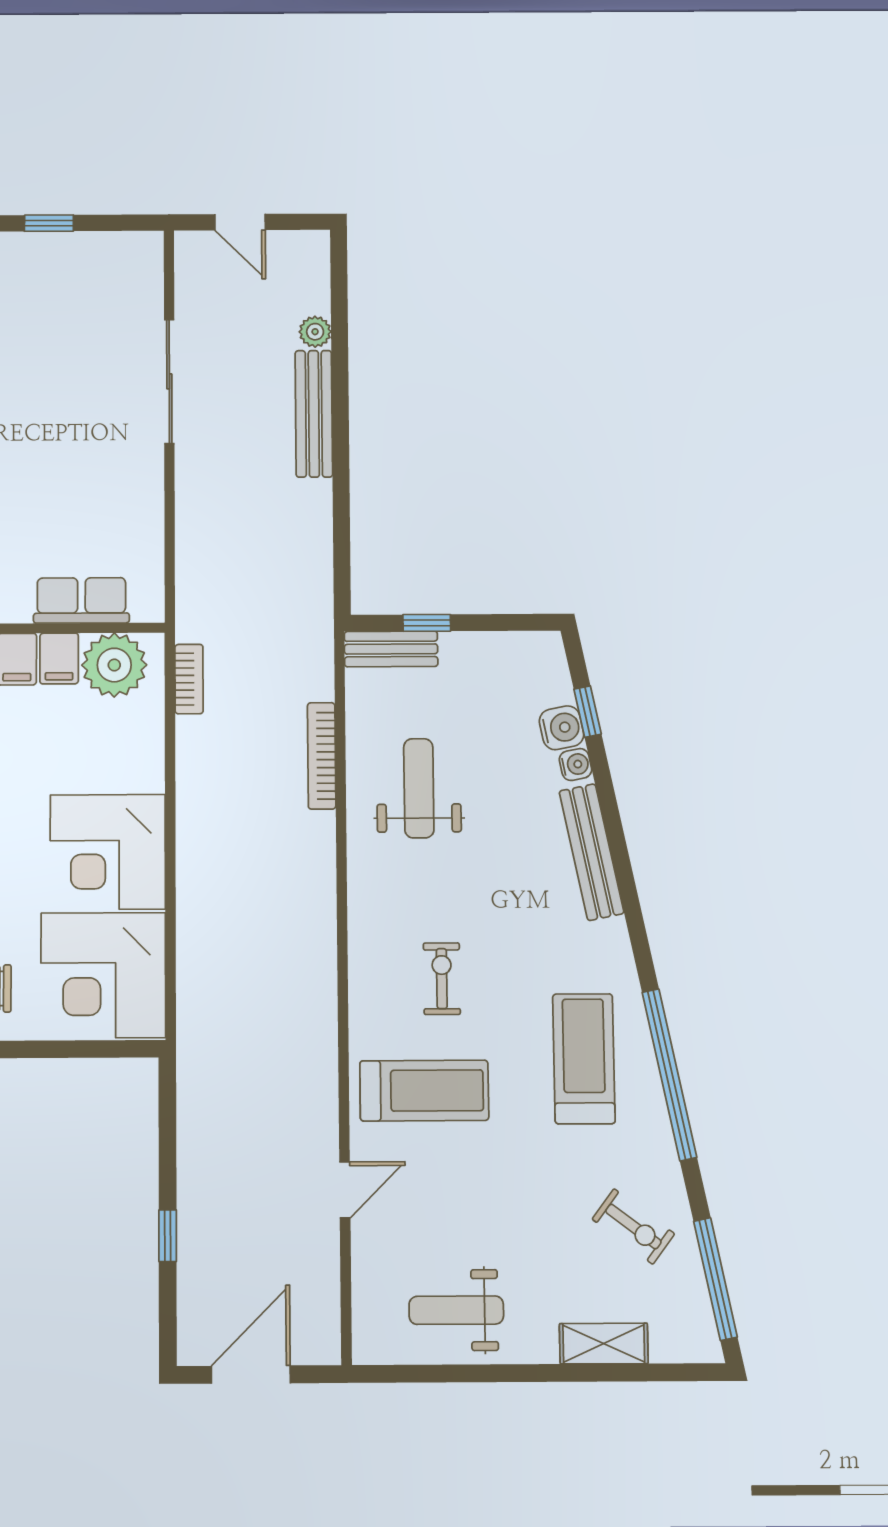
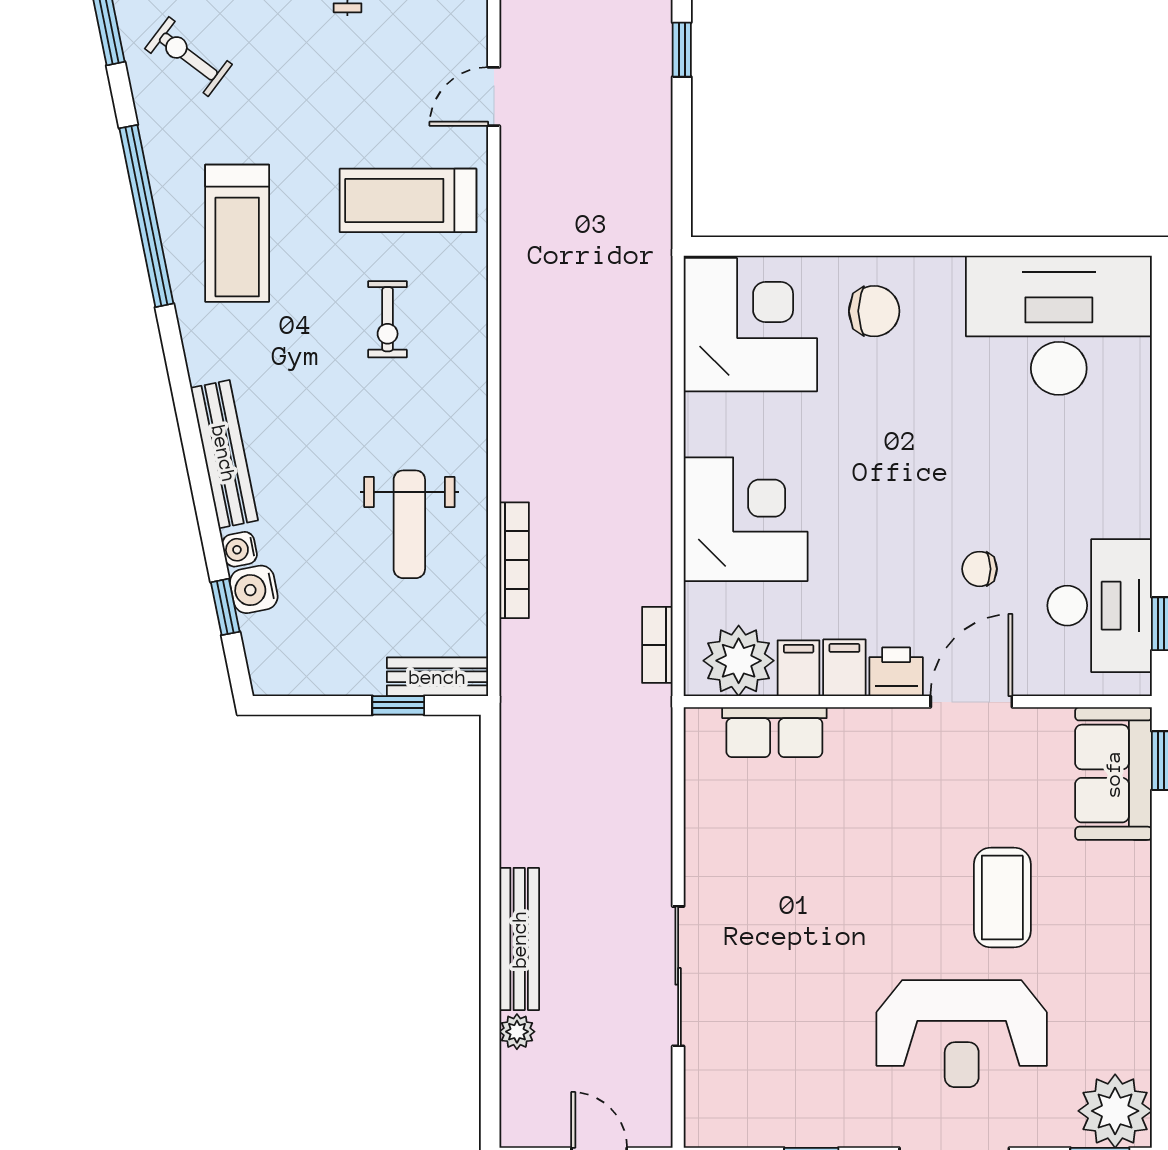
corner desk: (108, 852) -> (746, 519), moved

